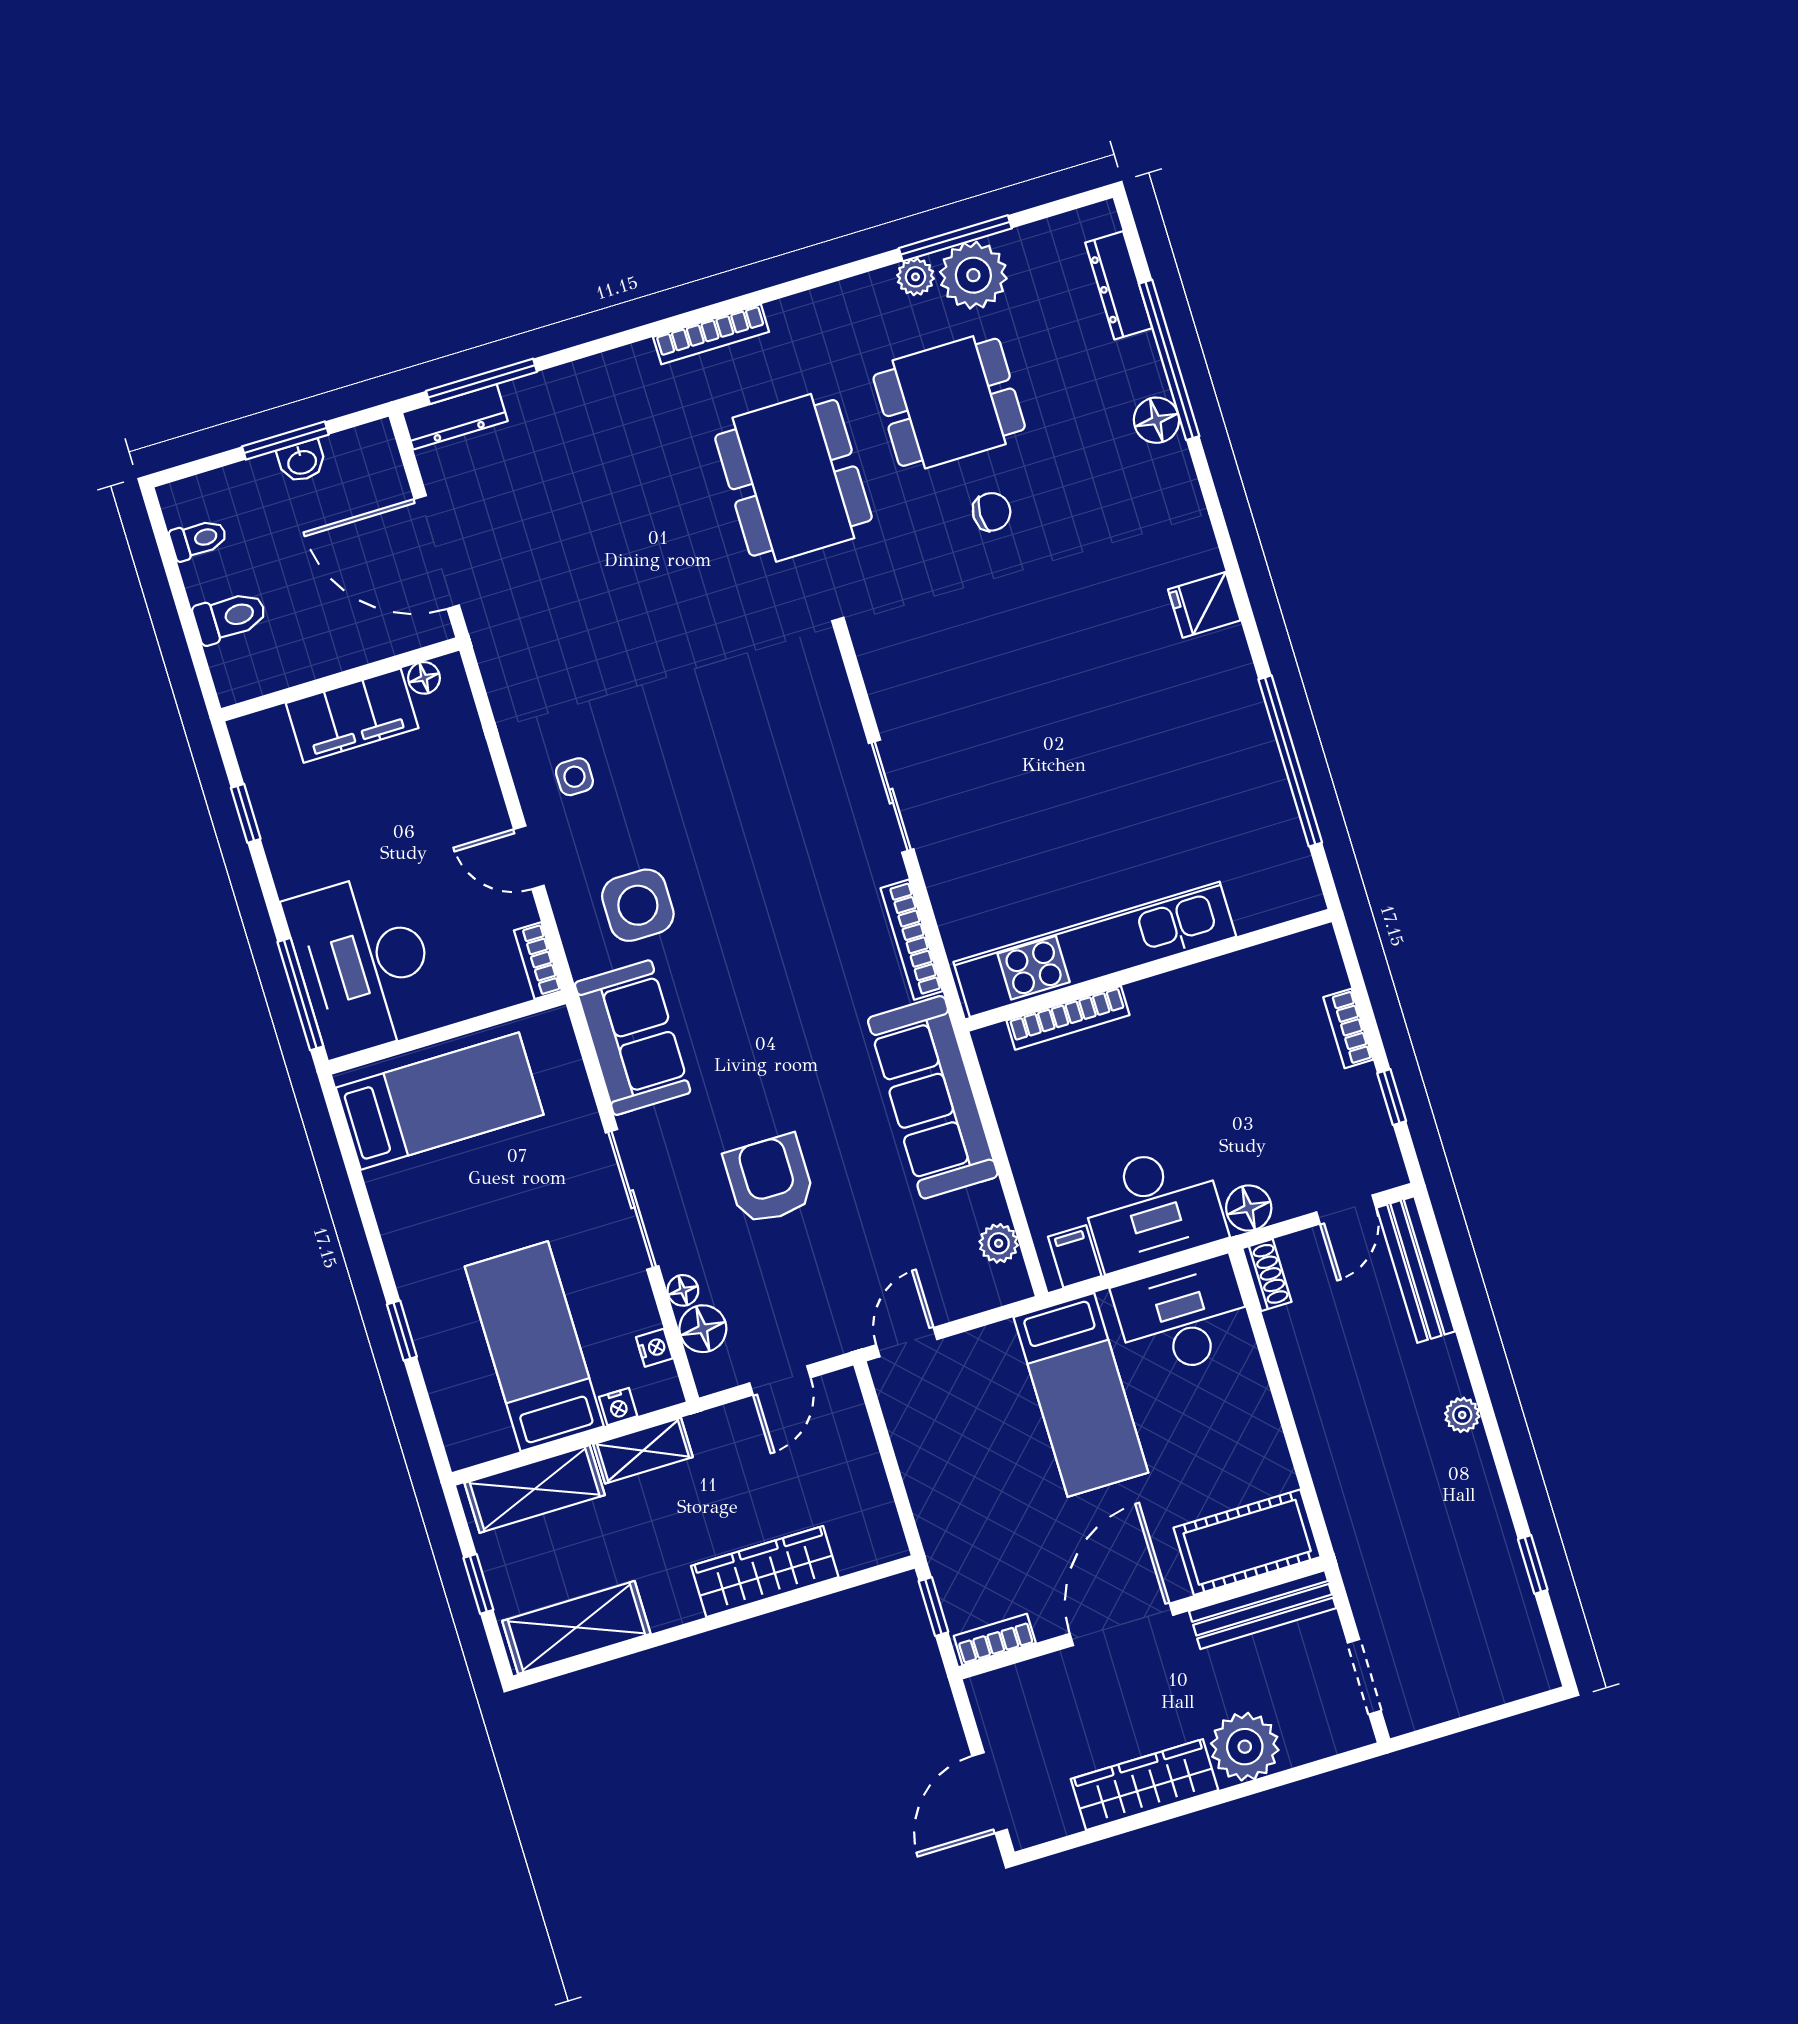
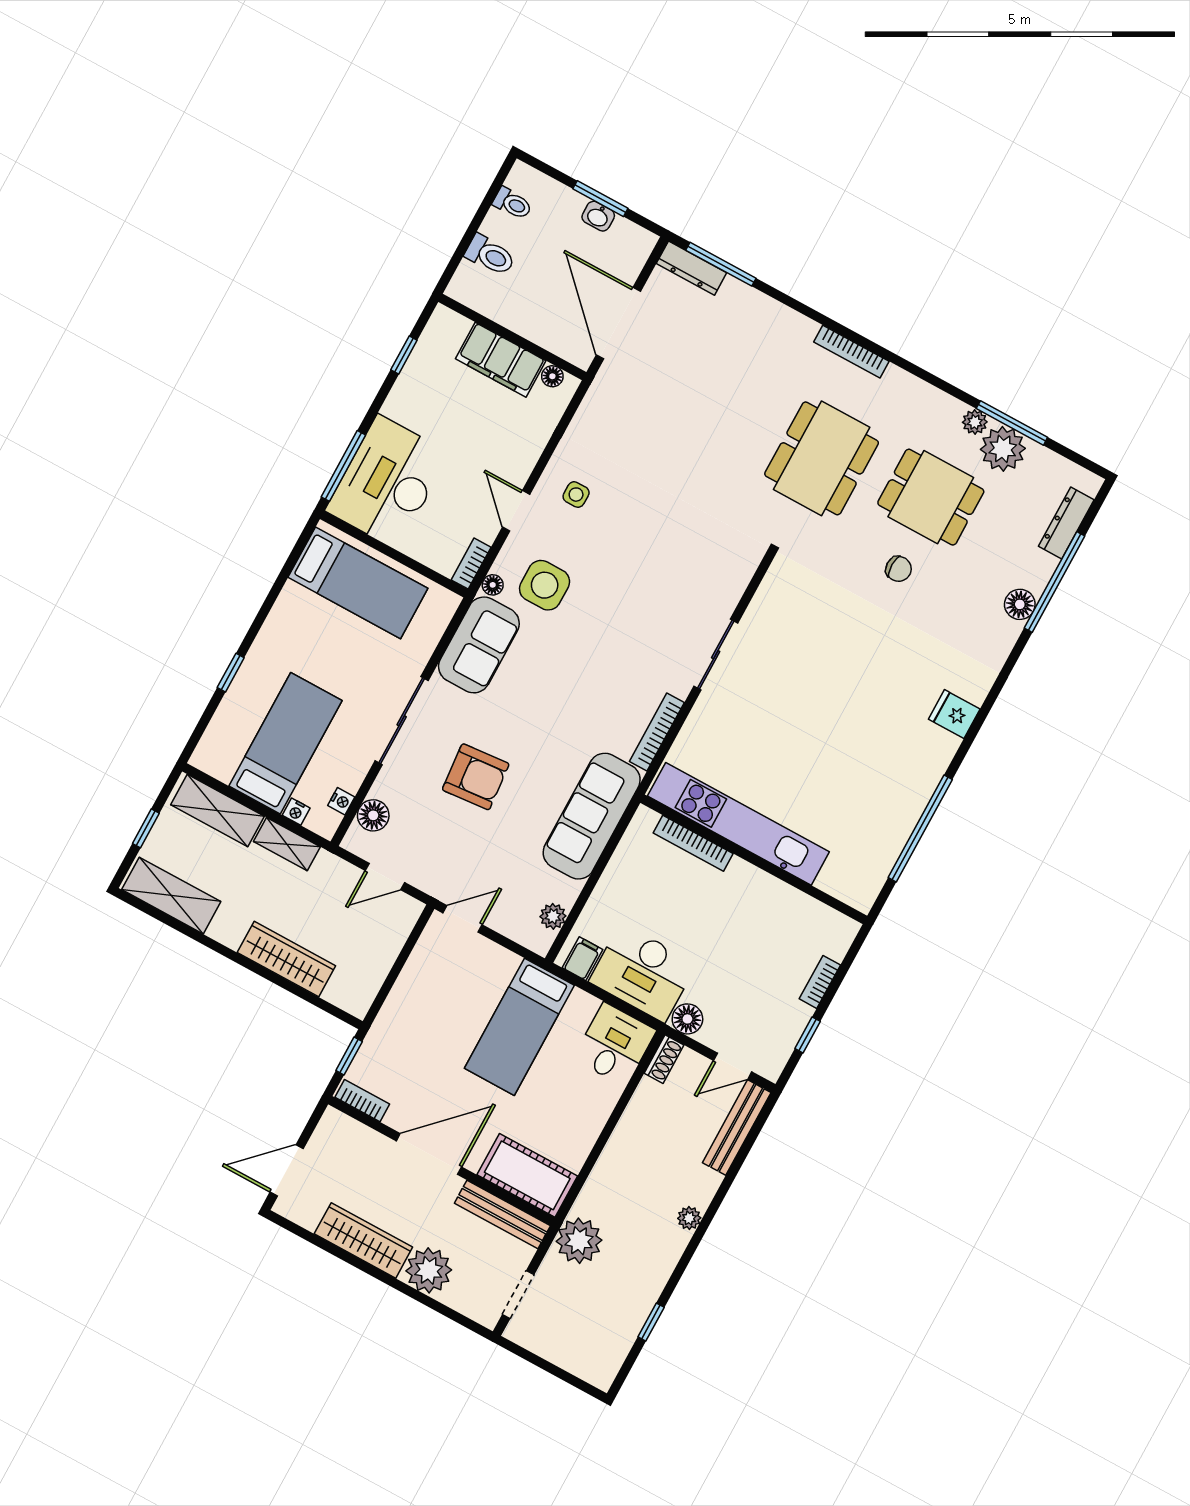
armchair: (769, 1179) -> (476, 777), turned 85
floor lamp: (683, 1290) -> (493, 585), moved
desk: (1183, 1317) -> (615, 1044), width x0.73
plant: (1371, 1556) -> (579, 1241), added

